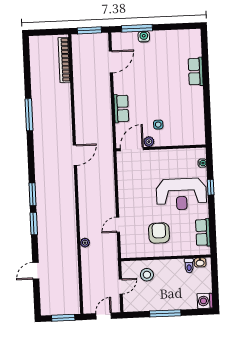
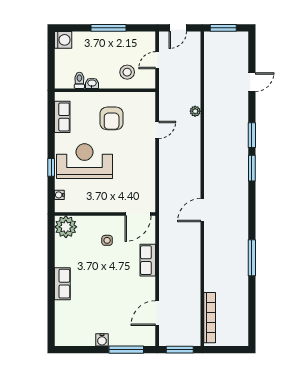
water cooler: (144, 37) -> (102, 340), moved
row of seats: (196, 72) -> (62, 284), moved
plant: (149, 142) -> (66, 227), moved, width x1.88, depth x1.88
washbasin: (200, 262) -> (92, 83), moved

